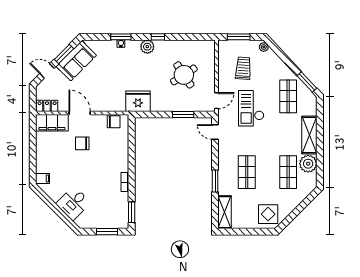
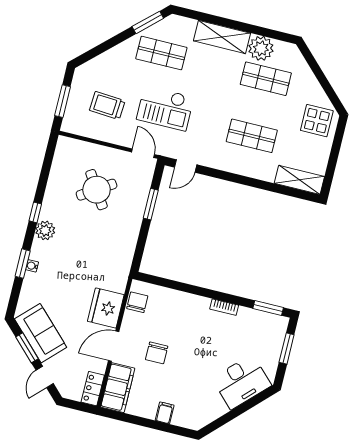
plant: (264, 47) -> (85, 70), removed
fridge: (138, 101) -> (106, 308), moved
filing cabinet: (43, 178) -> (165, 413), moved
window: (215, 181) -> (253, 183), removed
desk: (73, 203) -> (242, 382), width x1.37

